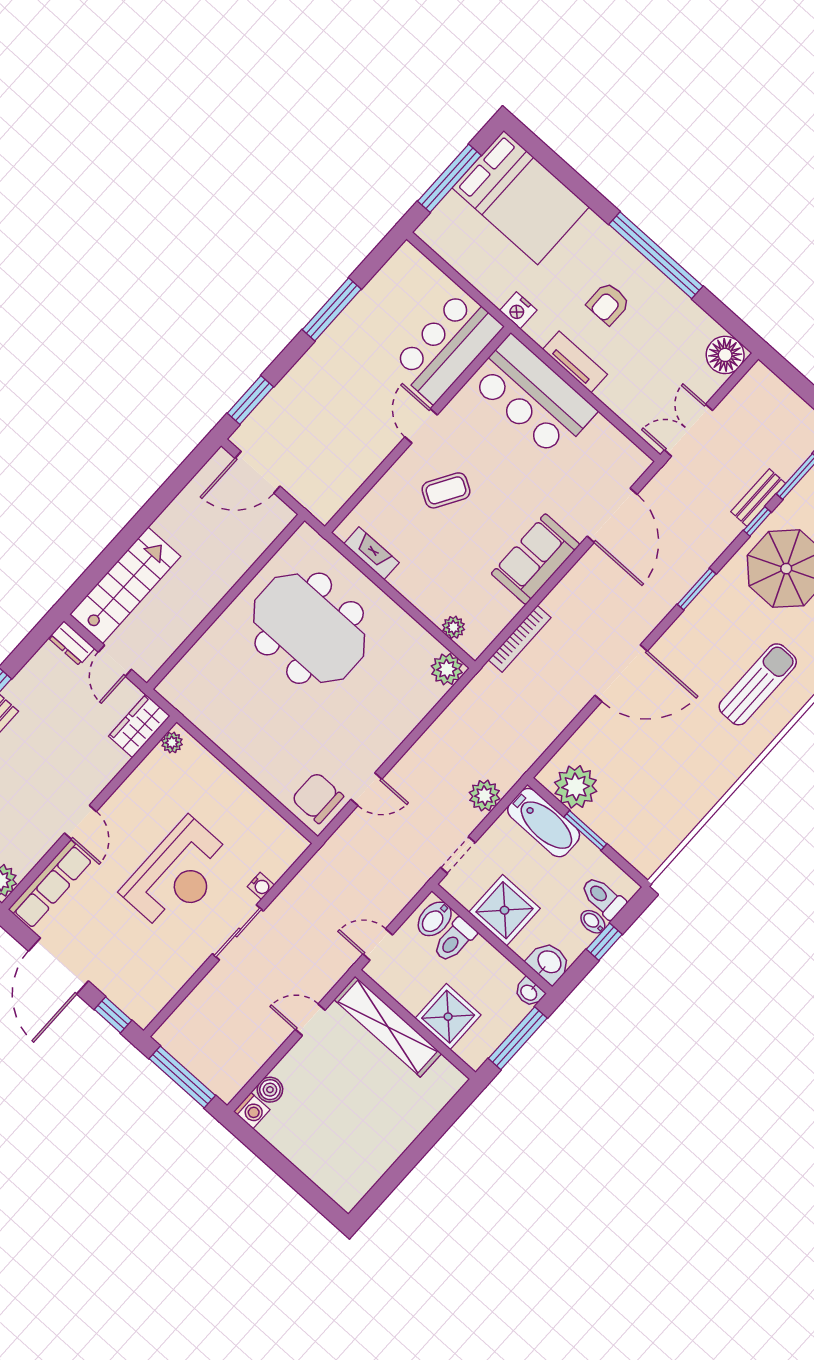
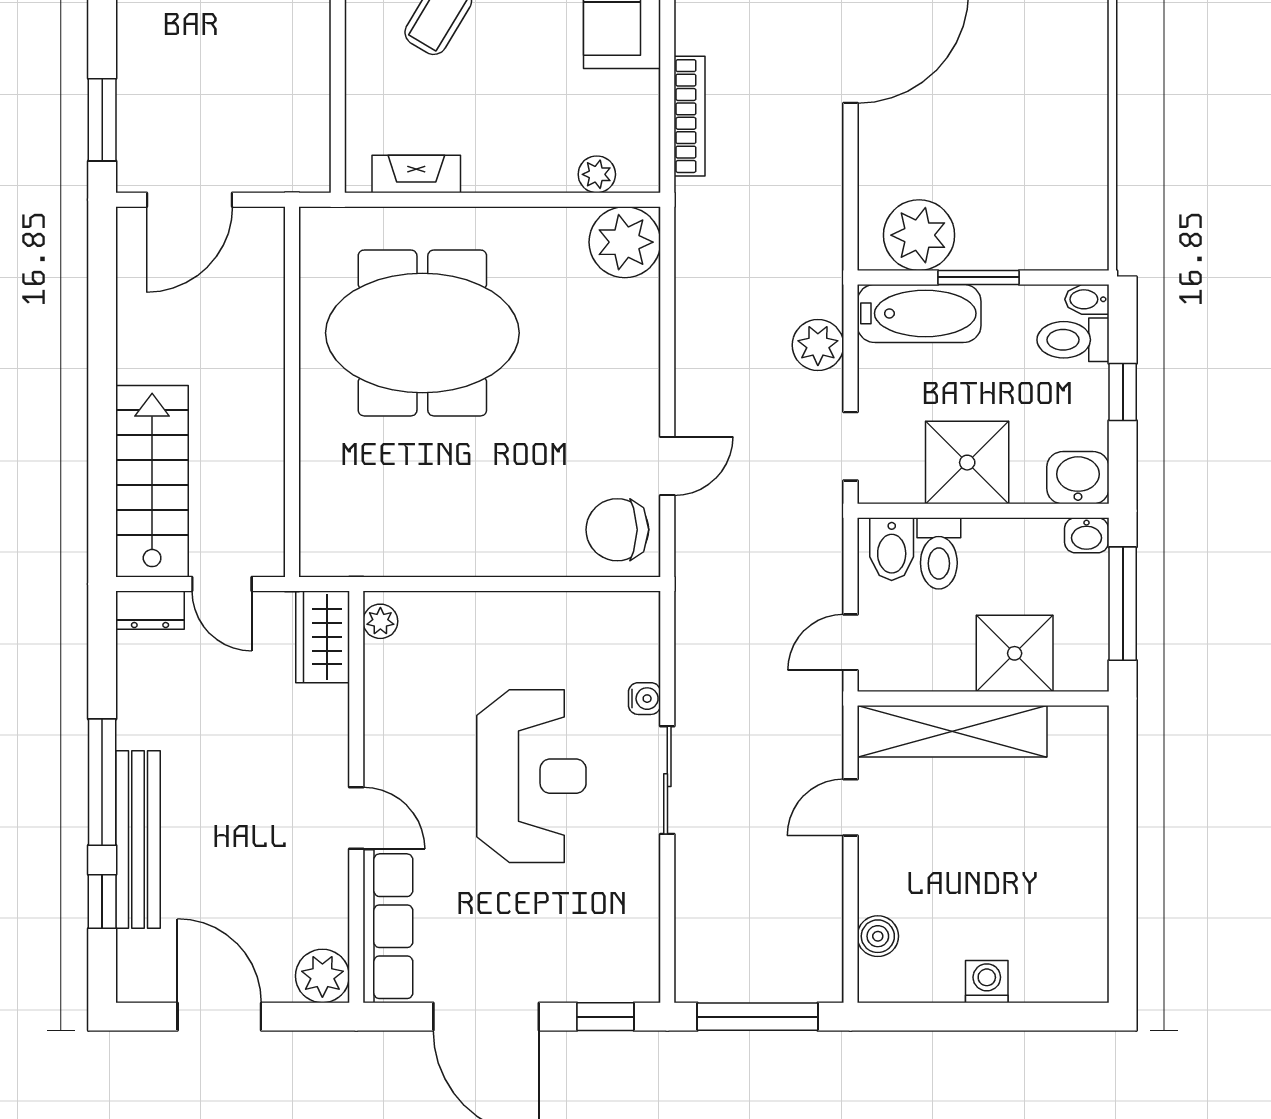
plant: (447, 669) -> (625, 242), width x1.36, depth x1.36
bidet: (593, 922) -> (1087, 299), moved
washing machine: (252, 1111) -> (987, 982), moved, turned -90

